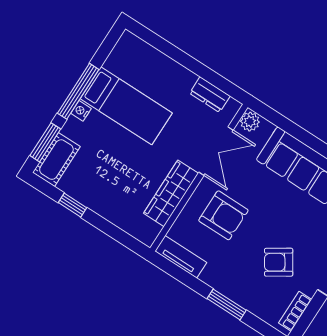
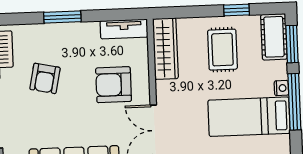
rug: (108, 180) -> (222, 50), added
wardrobe: (171, 193) -> (165, 49), moved
armchair: (279, 262) -> (45, 78), turned 135

